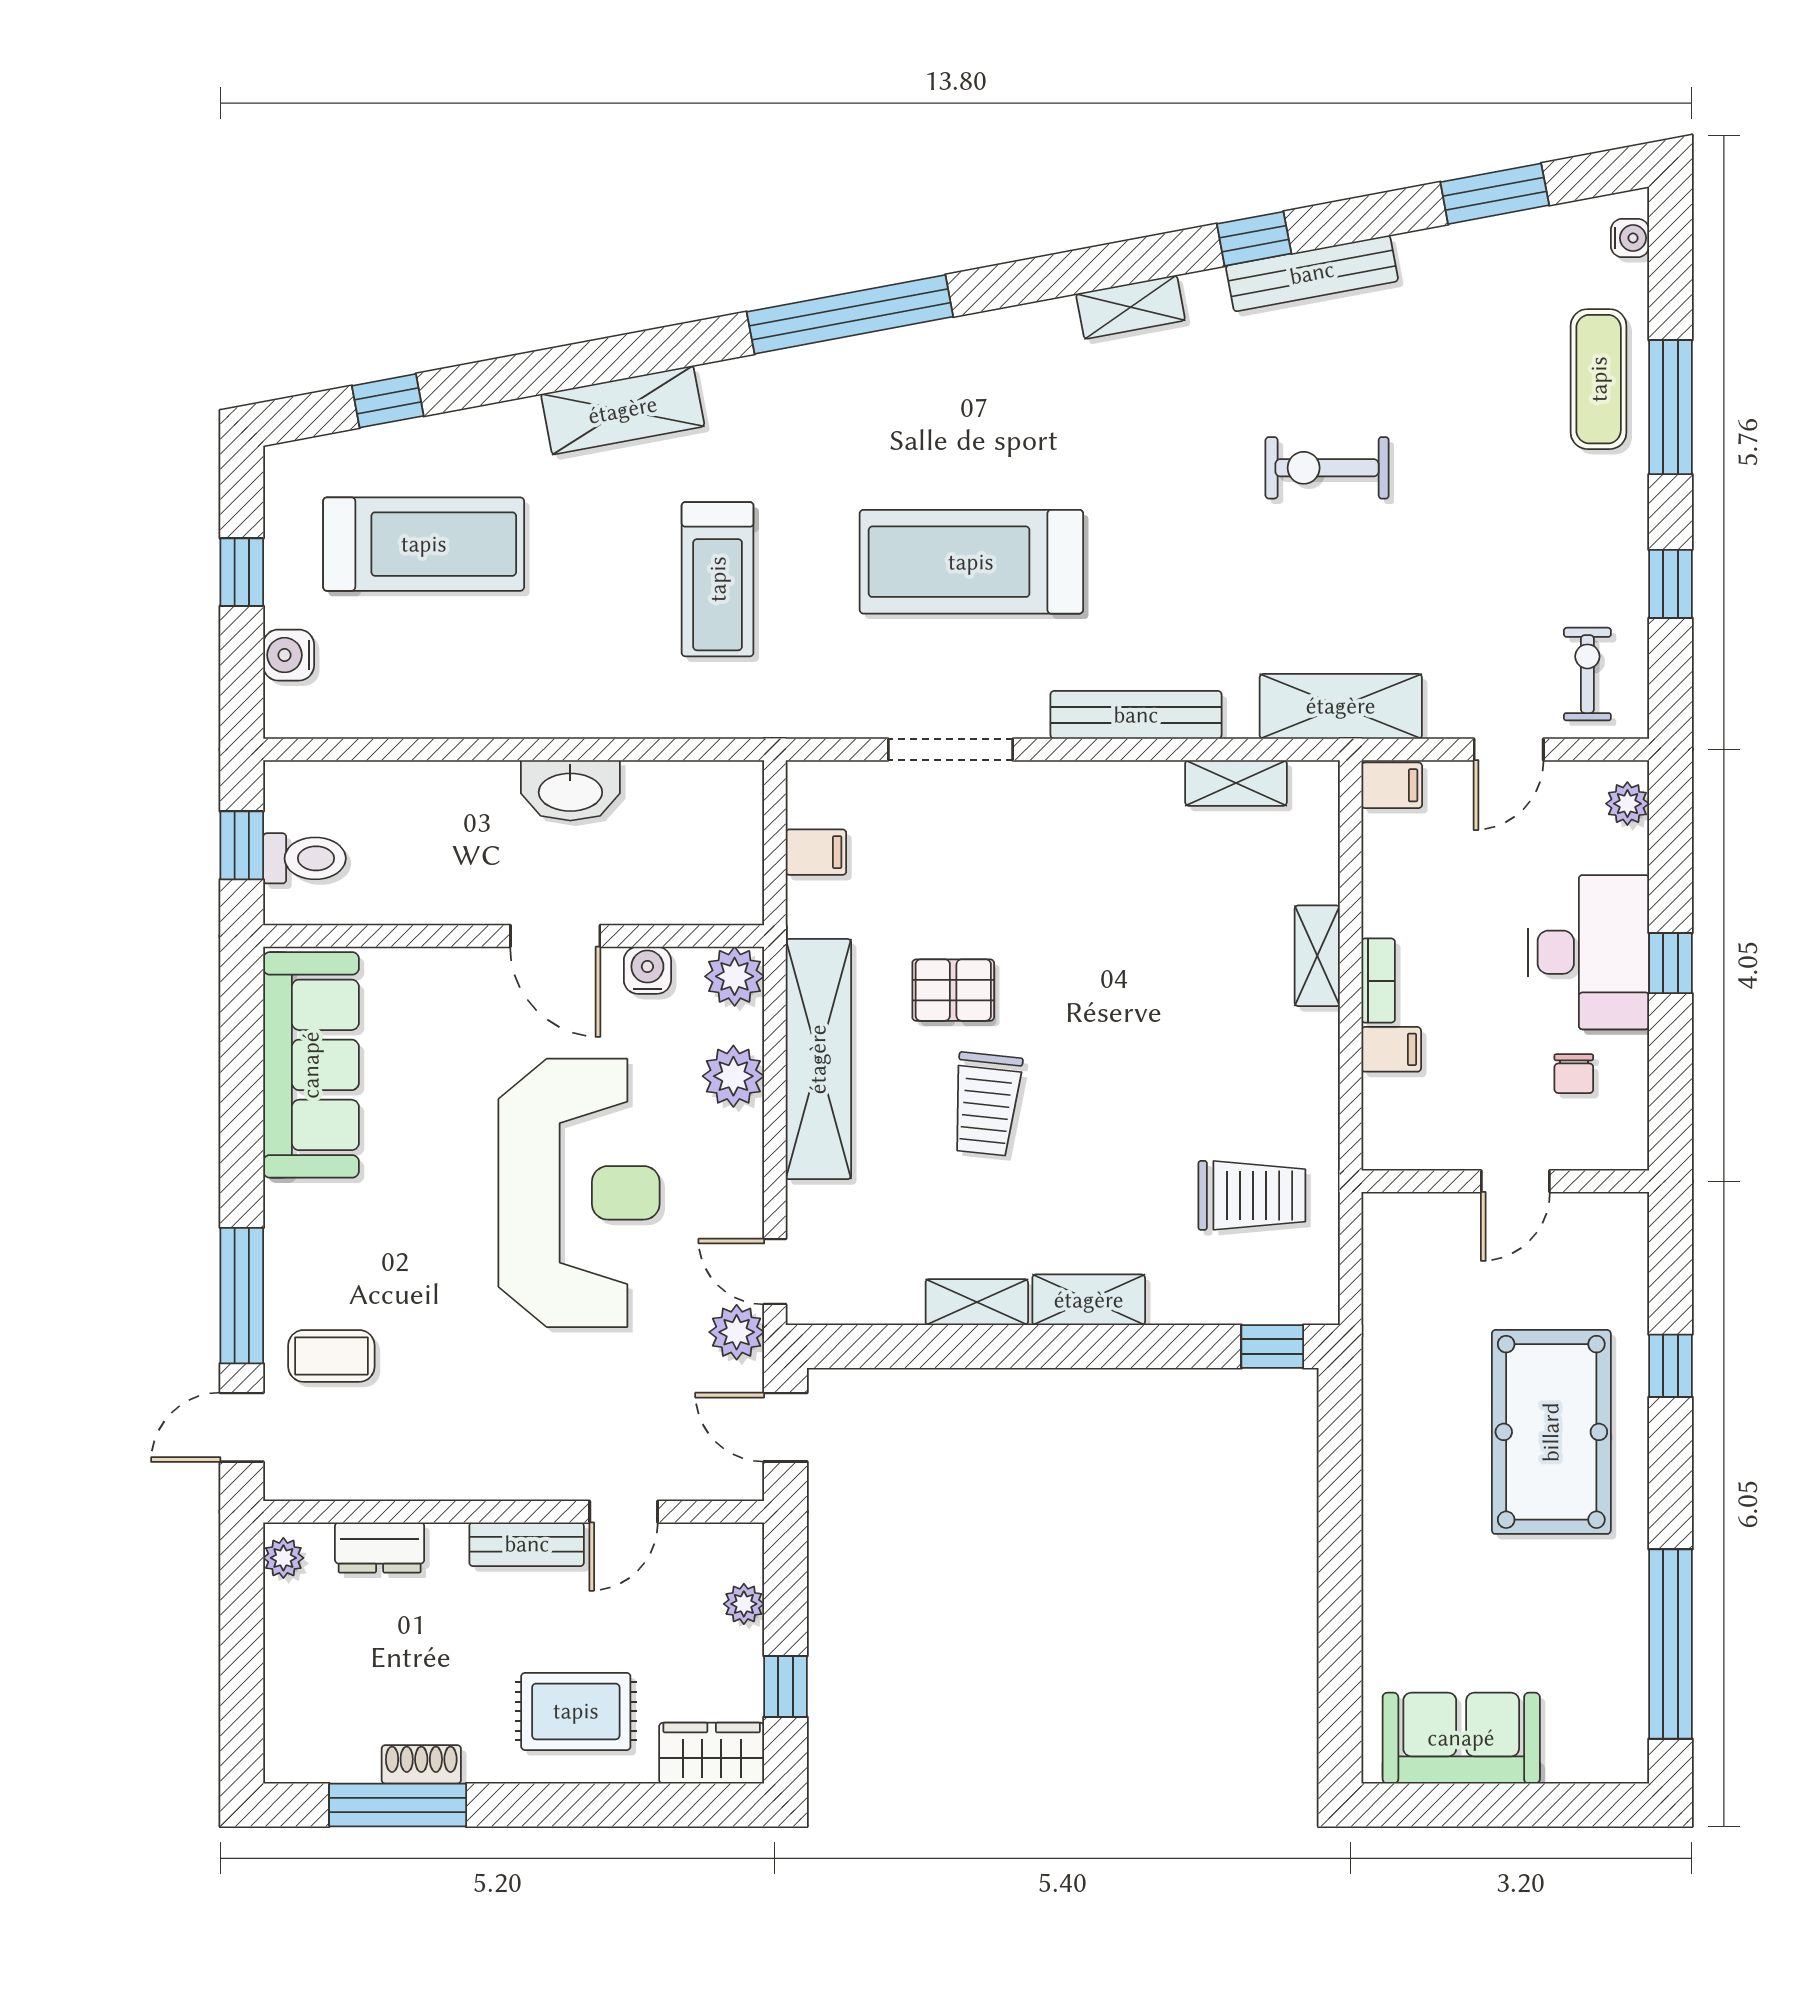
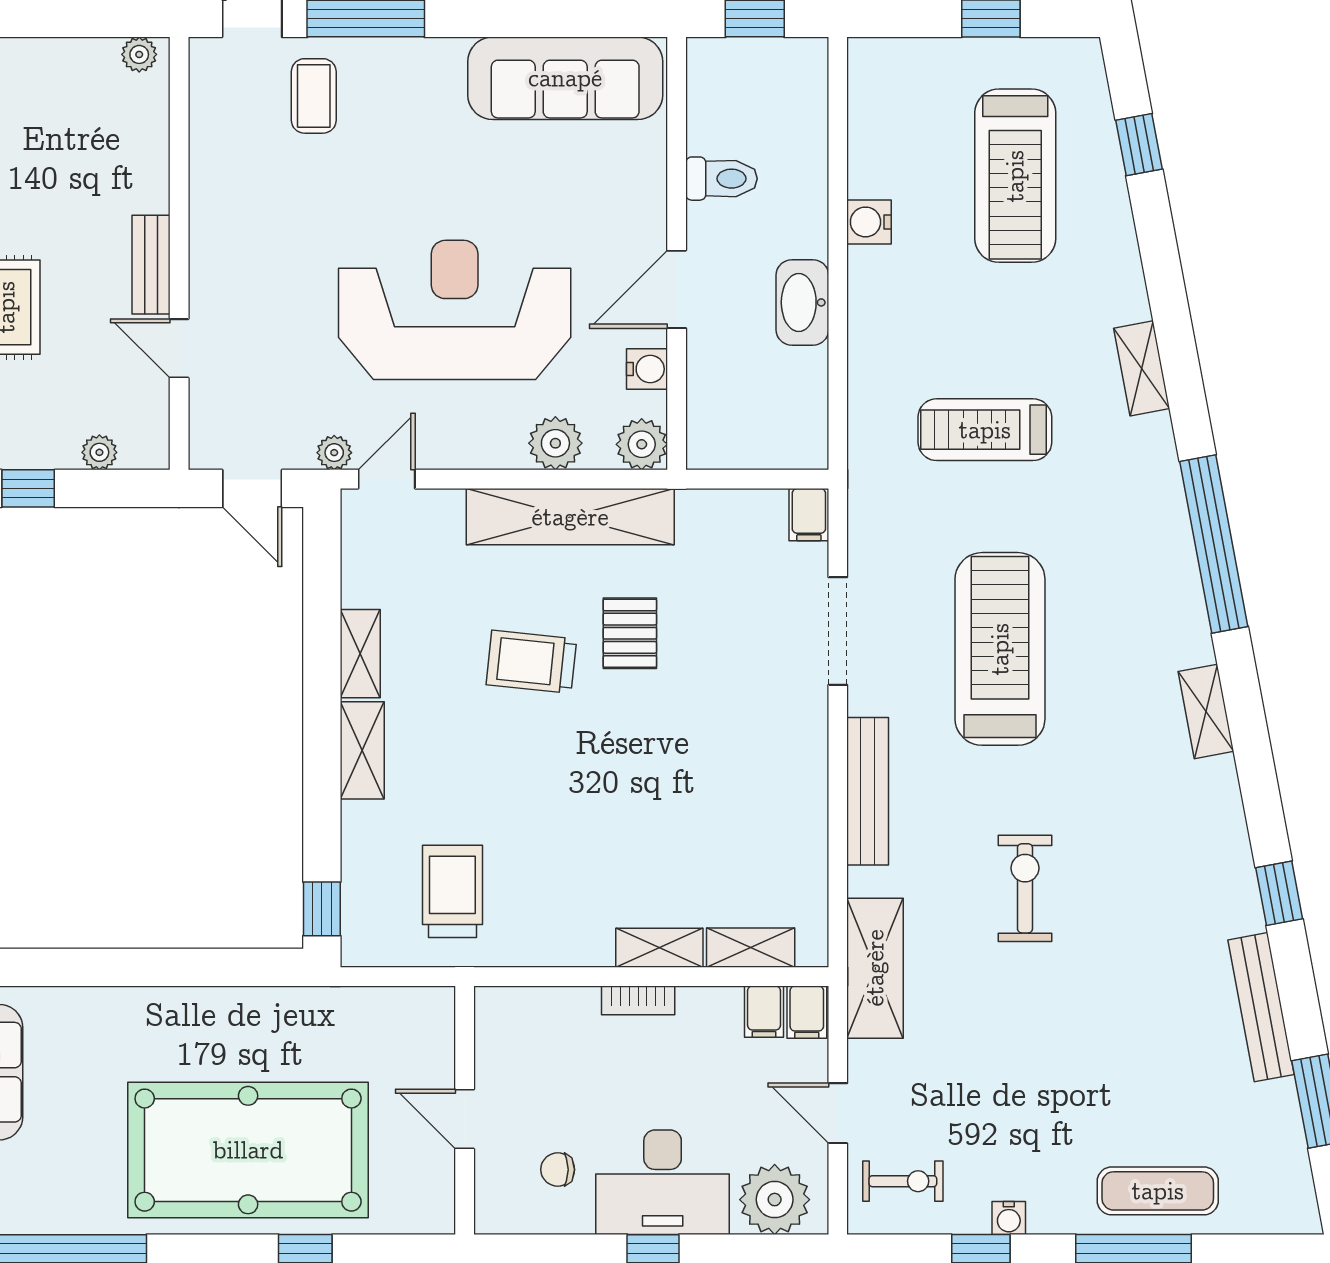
water cooler: (1630, 238) -> (1009, 1218), moved
bench: (1312, 273) -> (1261, 1007), moved
shelving: (1131, 307) -> (1206, 711), moved
shelving: (623, 410) -> (1142, 368), width x0.67, depth x0.75
exercise bike: (1327, 468) -> (1025, 888), moved
water cooler: (289, 655) -> (869, 222), moved, turned -90
shelving: (1236, 783) -> (751, 948), moved, turned 90
plant: (1627, 804) -> (775, 1200), width x1.88, depth x1.88
filing cabinet: (816, 852) -> (809, 515), moved
toilet: (304, 858) -> (721, 179), moved, turned -90
filing cabinet: (1391, 1049) -> (764, 1012), moved
reception desk: (579, 1193) -> (455, 310), turned 180
trolley: (1252, 1195) -> (452, 891), turned 180
plant: (737, 1332) -> (334, 453), width x0.73, depth x0.73
door: (786, 1427) -> (252, 488), swing flipped
pool table: (1551, 1432) -> (248, 1150), width x1.36, depth x1.32
dresser: (380, 1548) -> (148, 138), removed

